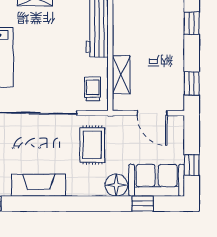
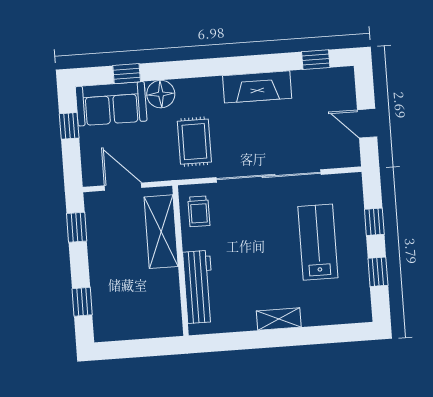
shelving: (121, 75) -> (161, 232), width x1.50, depth x1.33

